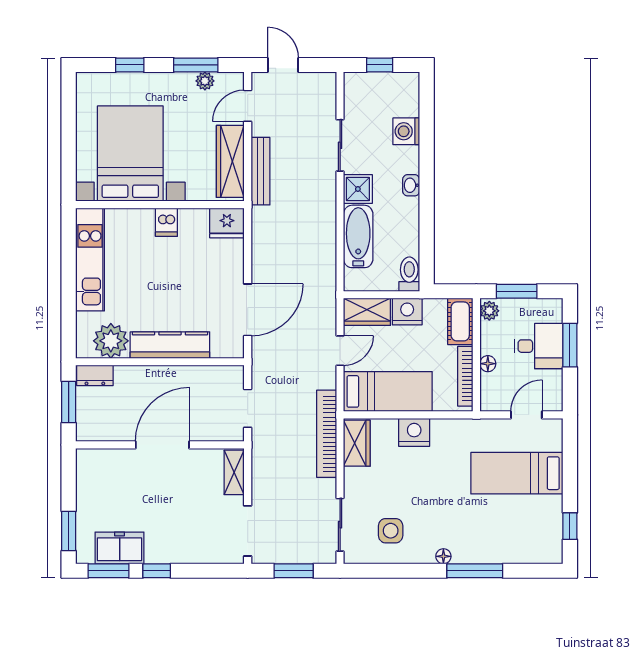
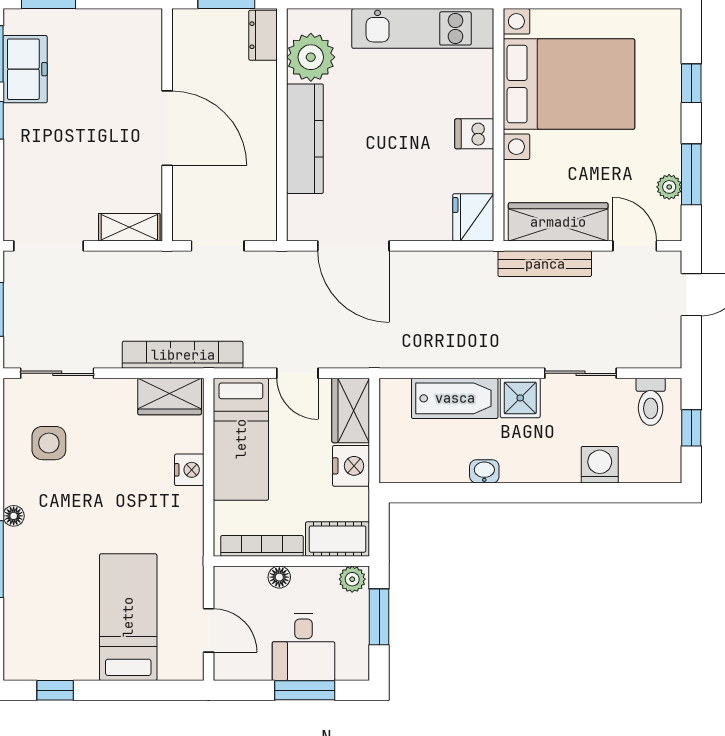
washbasin: (411, 185) -> (484, 471), moved
toilet: (409, 274) -> (651, 402), moved, turned 90
nightstand: (414, 432) -> (189, 470), width x0.74, depth x0.75

